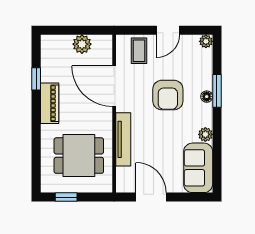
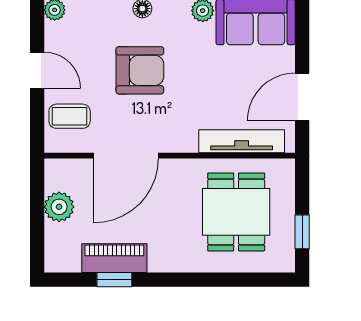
piano: (50, 103) -> (114, 258), moved
tv unit: (123, 139) -> (242, 141), moved

